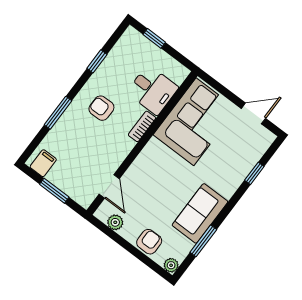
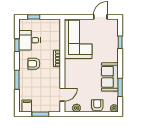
desk: (152, 90) -> (29, 40), moved, turned 180
door: (109, 186) -> (62, 95), hinge flipped

